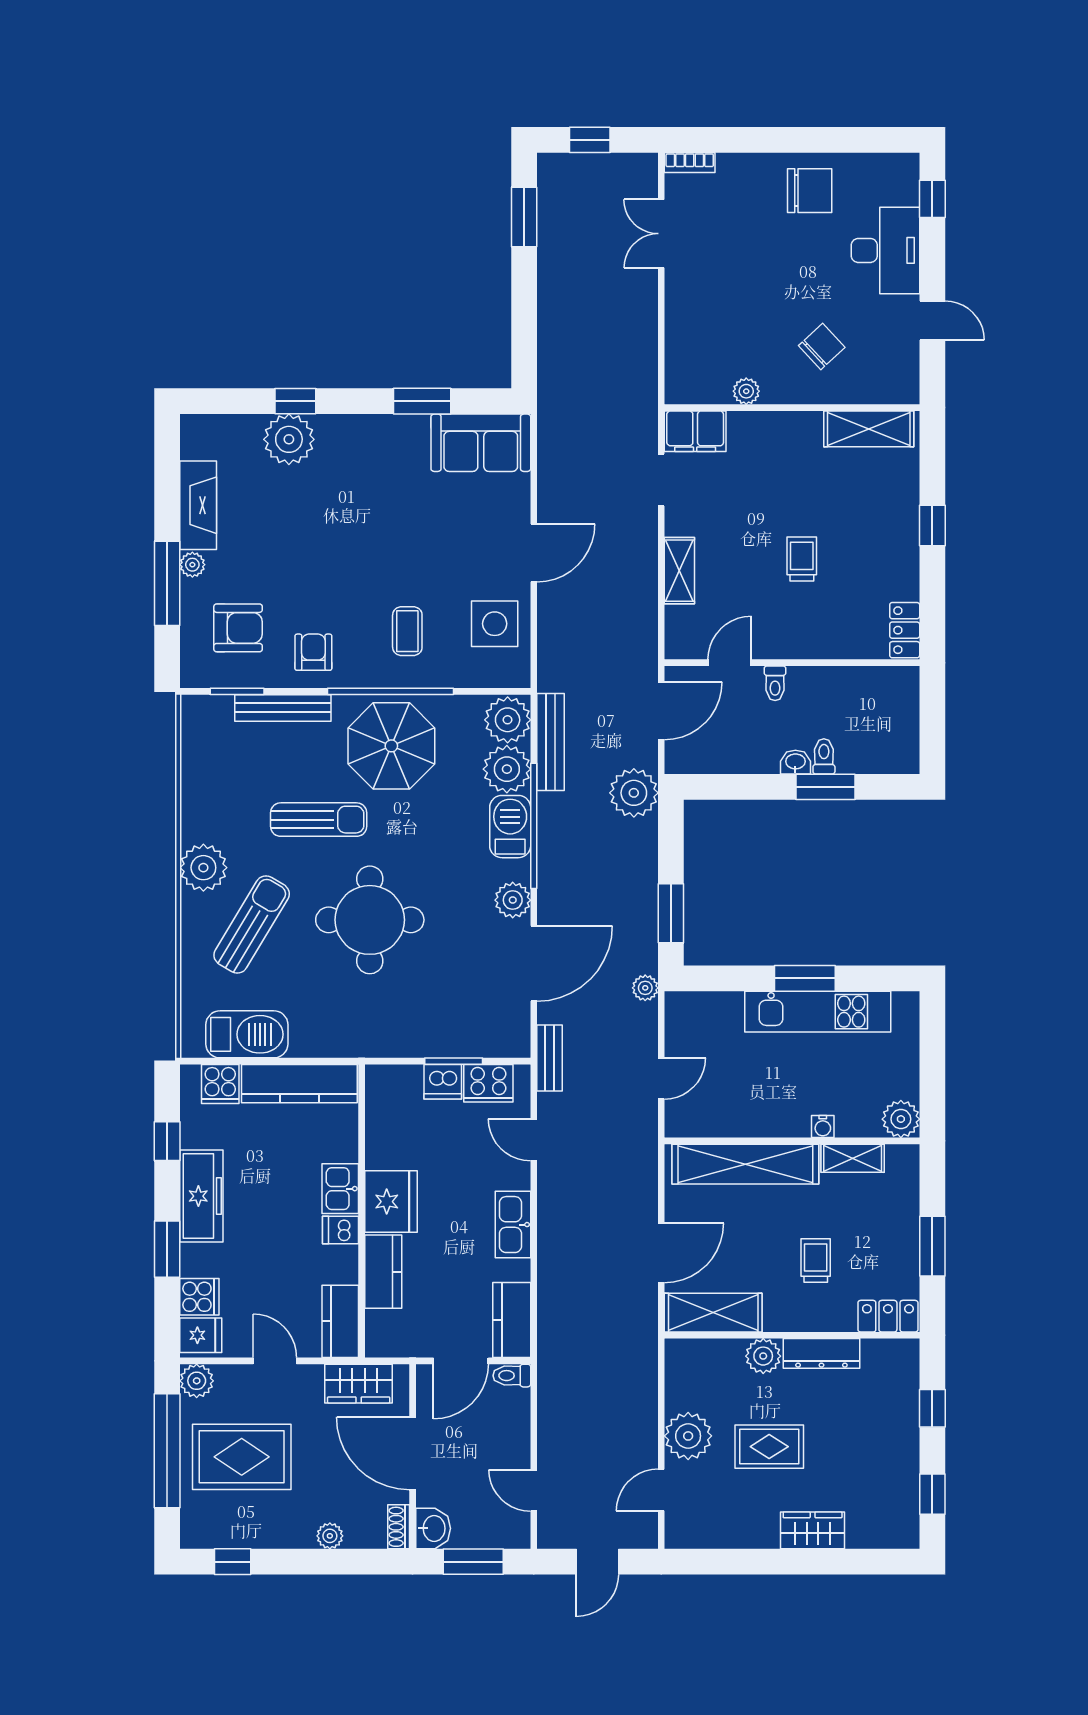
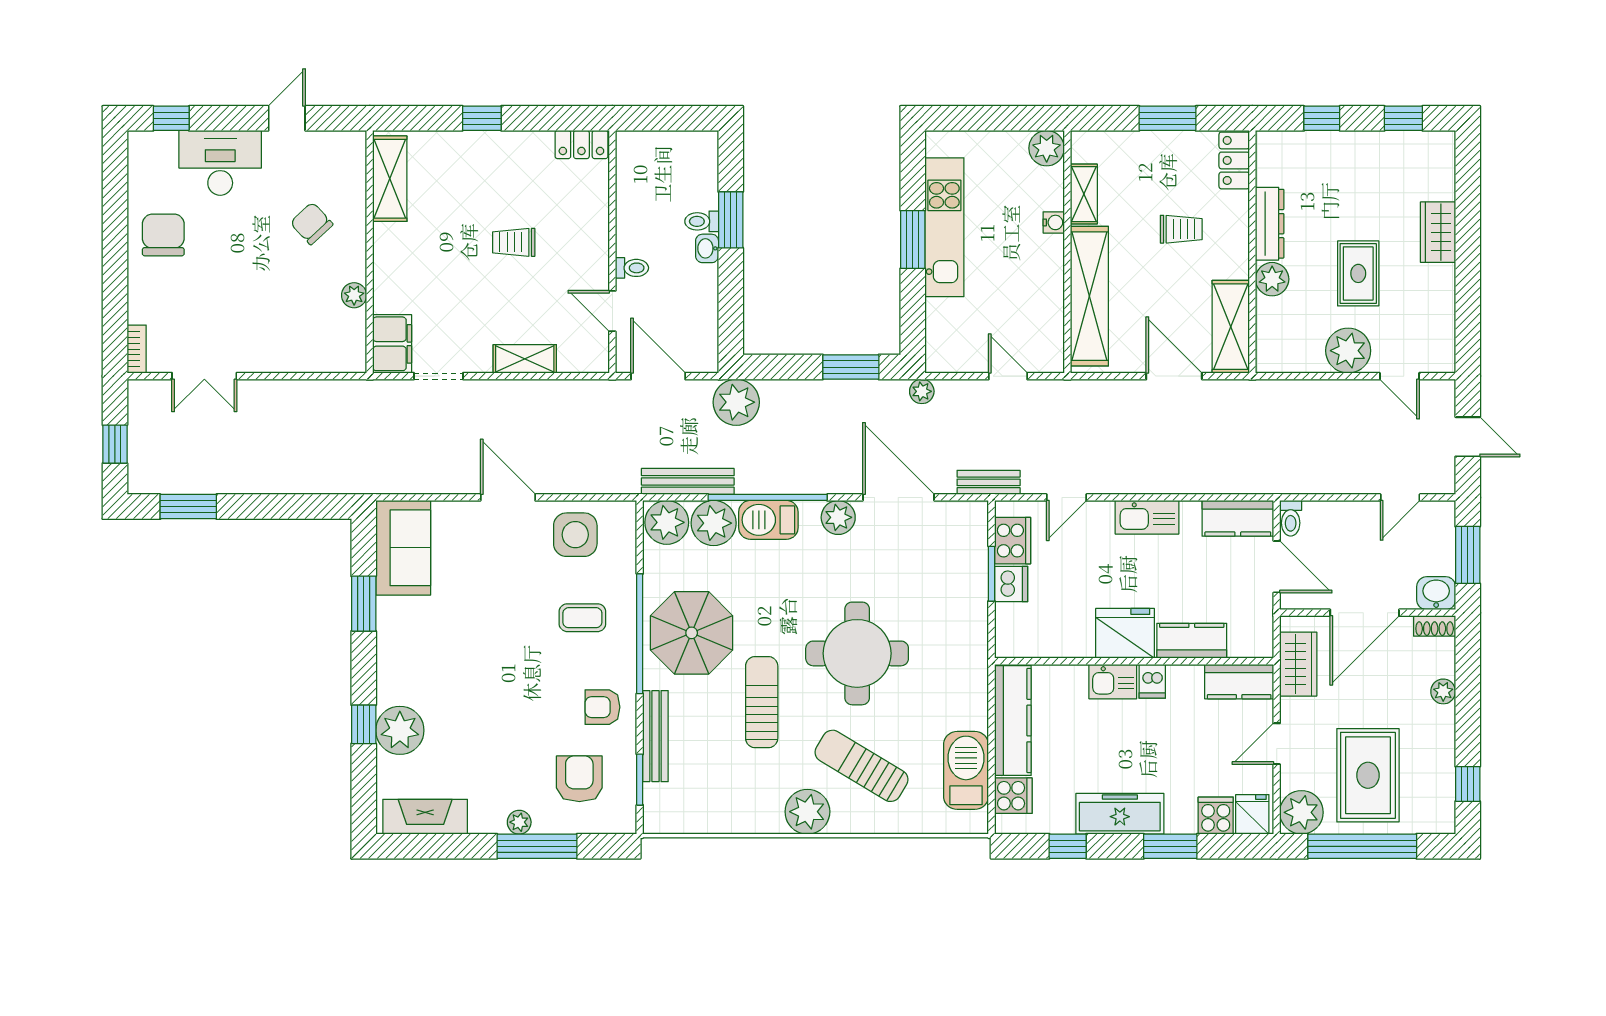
fireplace: (198, 505) -> (425, 817), moved
trolley: (816, 1261) -> (1181, 229), turned 180
plant: (197, 1381) -> (1301, 812), width x1.36, depth x1.36

